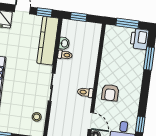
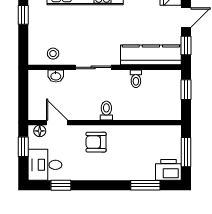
washbasin: (64, 43) -> (56, 76), moved
toilet: (85, 92) -> (106, 111), moved
door: (91, 121) -> (57, 123), swing flipped

